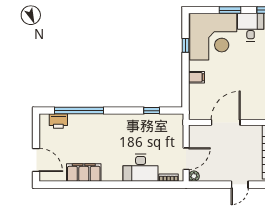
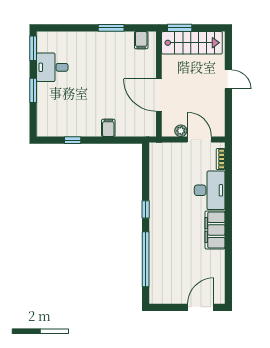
corner desk: (213, 37) -> (63, 109), removed
window: (152, 111) -> (146, 209), moved
printer: (58, 121) -> (157, 282), removed
filing cabinet: (84, 173) -> (215, 230), moved
plant: (194, 176) -> (181, 131), moved

